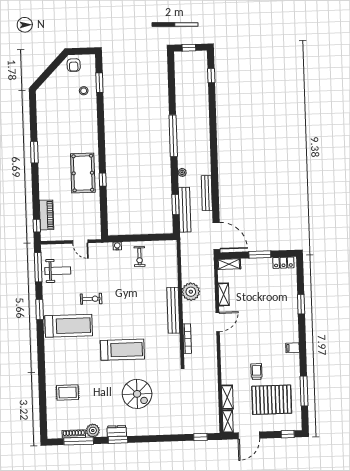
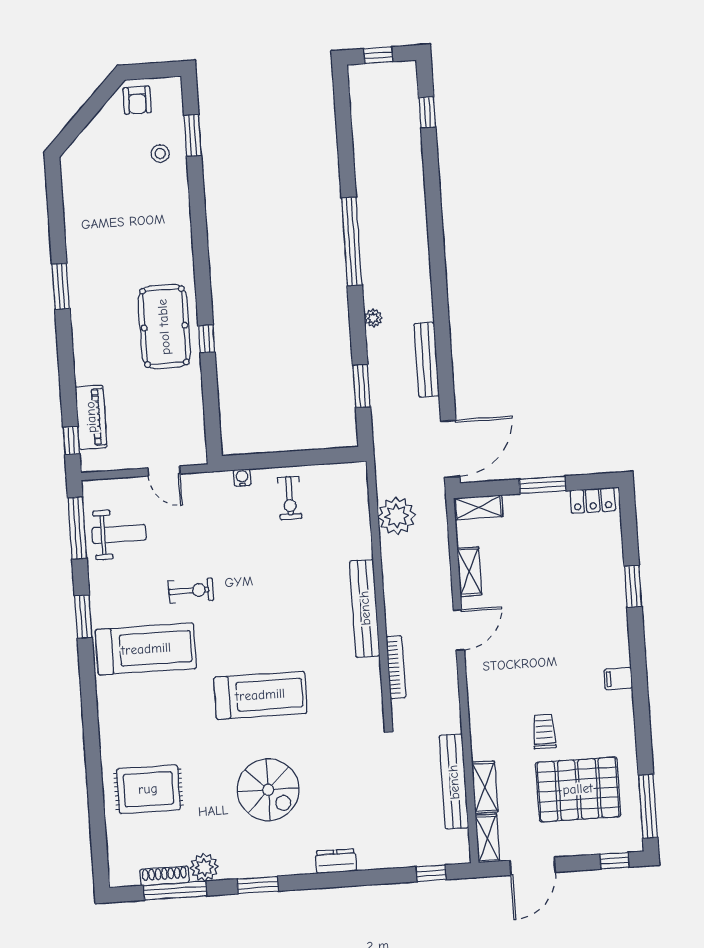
bench: (185, 210) -> (454, 782), moved
door: (217, 236) -> (450, 449), hinge flipped
plant: (191, 292) -> (397, 516), moved
window: (304, 391) -> (648, 806), moved
rug: (68, 392) -> (148, 789), width x1.36, depth x1.43
spiral stairs: (137, 394) -> (268, 790), moved
dresser: (117, 431) -> (336, 861), moved

